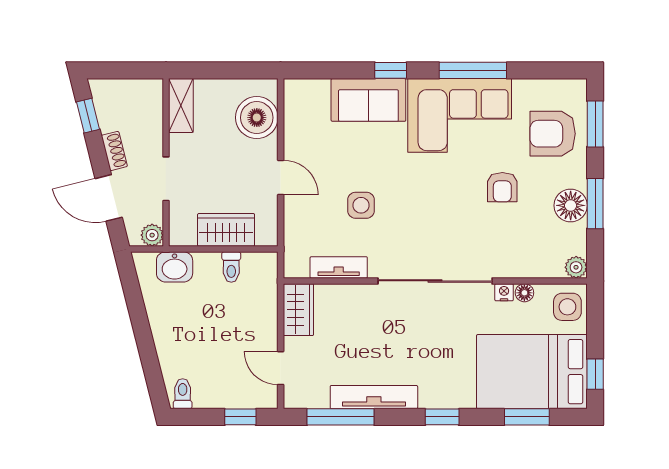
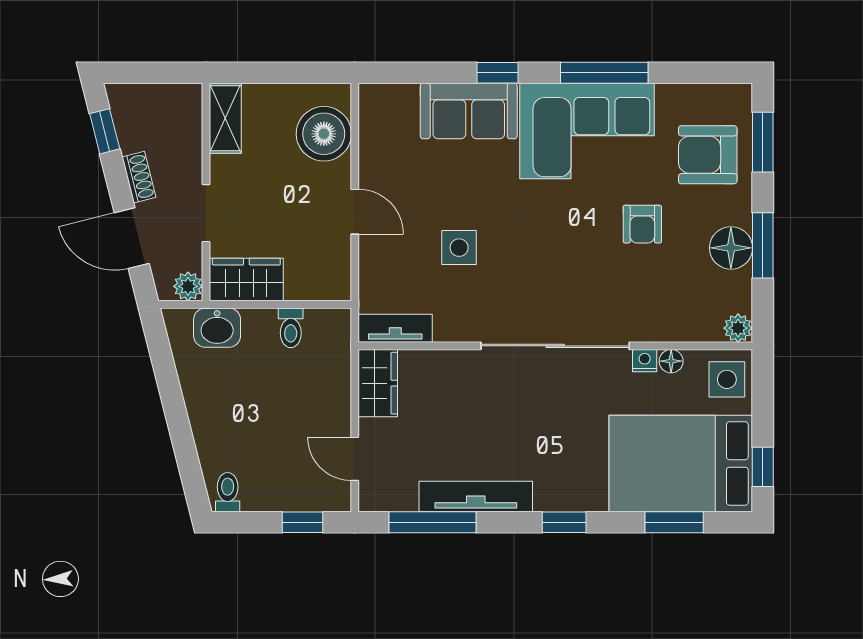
wardrobe: (226, 230) -> (246, 280), moved
tv unit: (339, 267) -> (395, 328), moved

